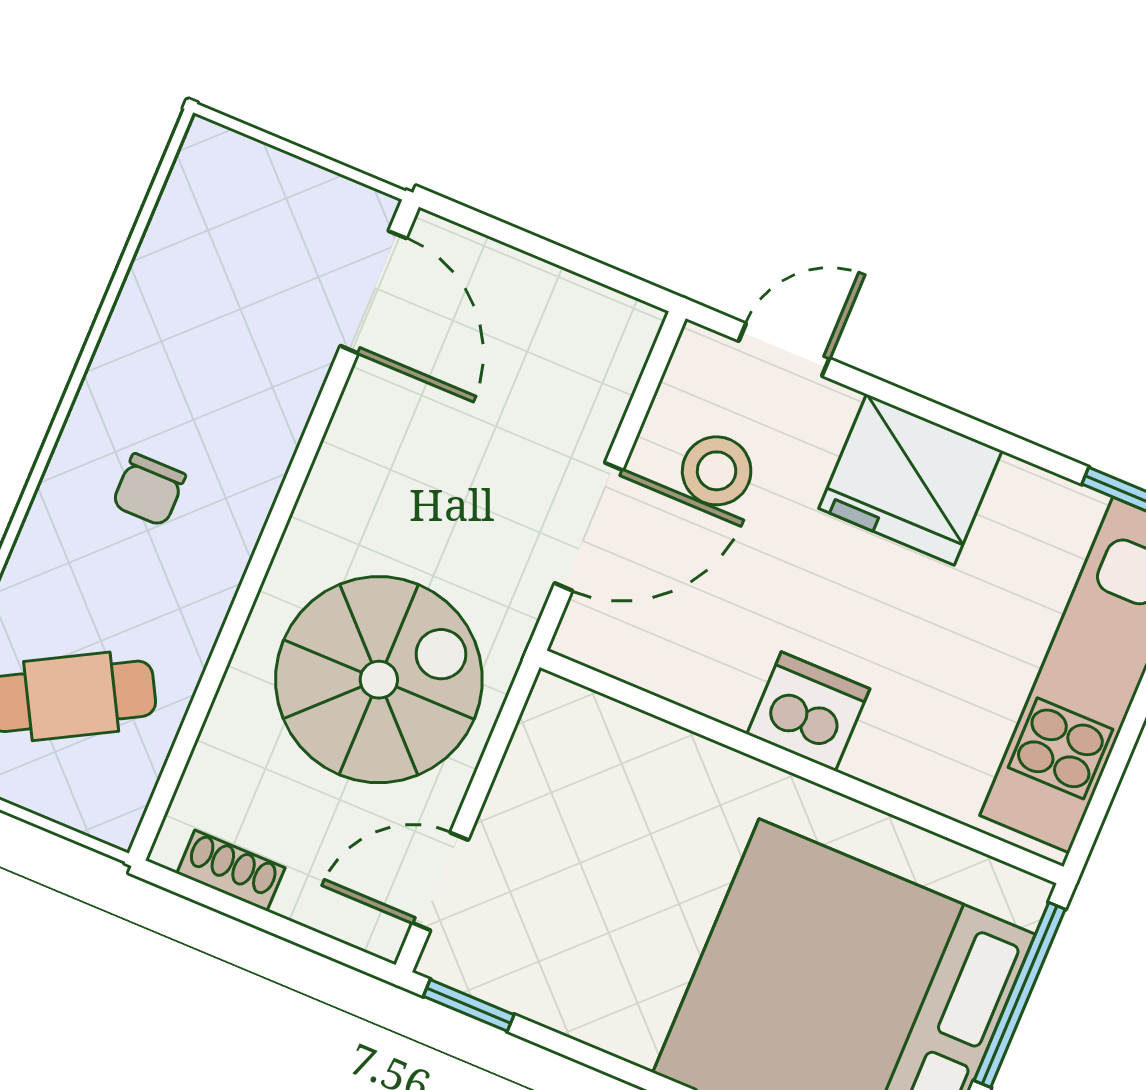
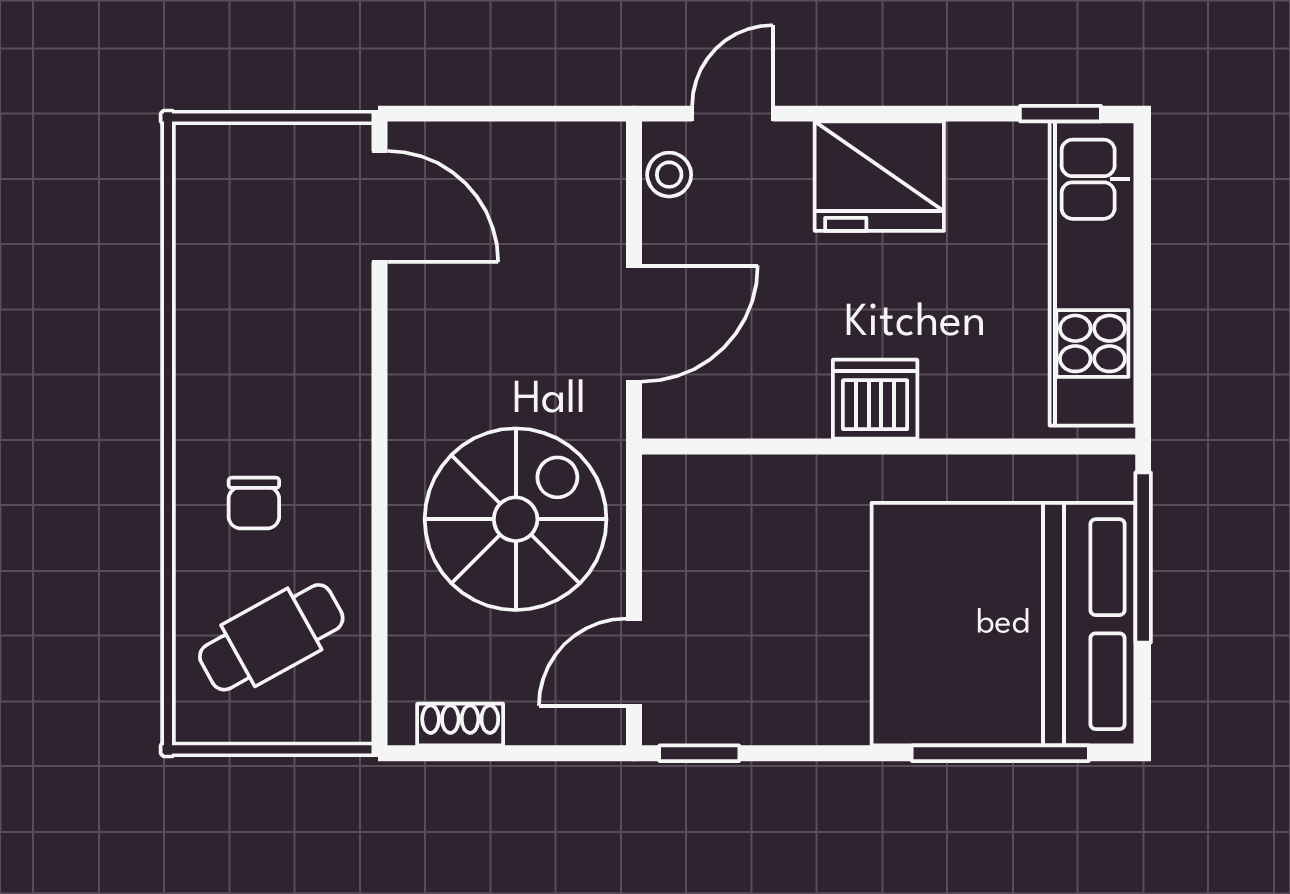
stool: (717, 471) -> (669, 175), moved, width x0.73, depth x0.73
chair: (149, 490) -> (254, 503), moved

